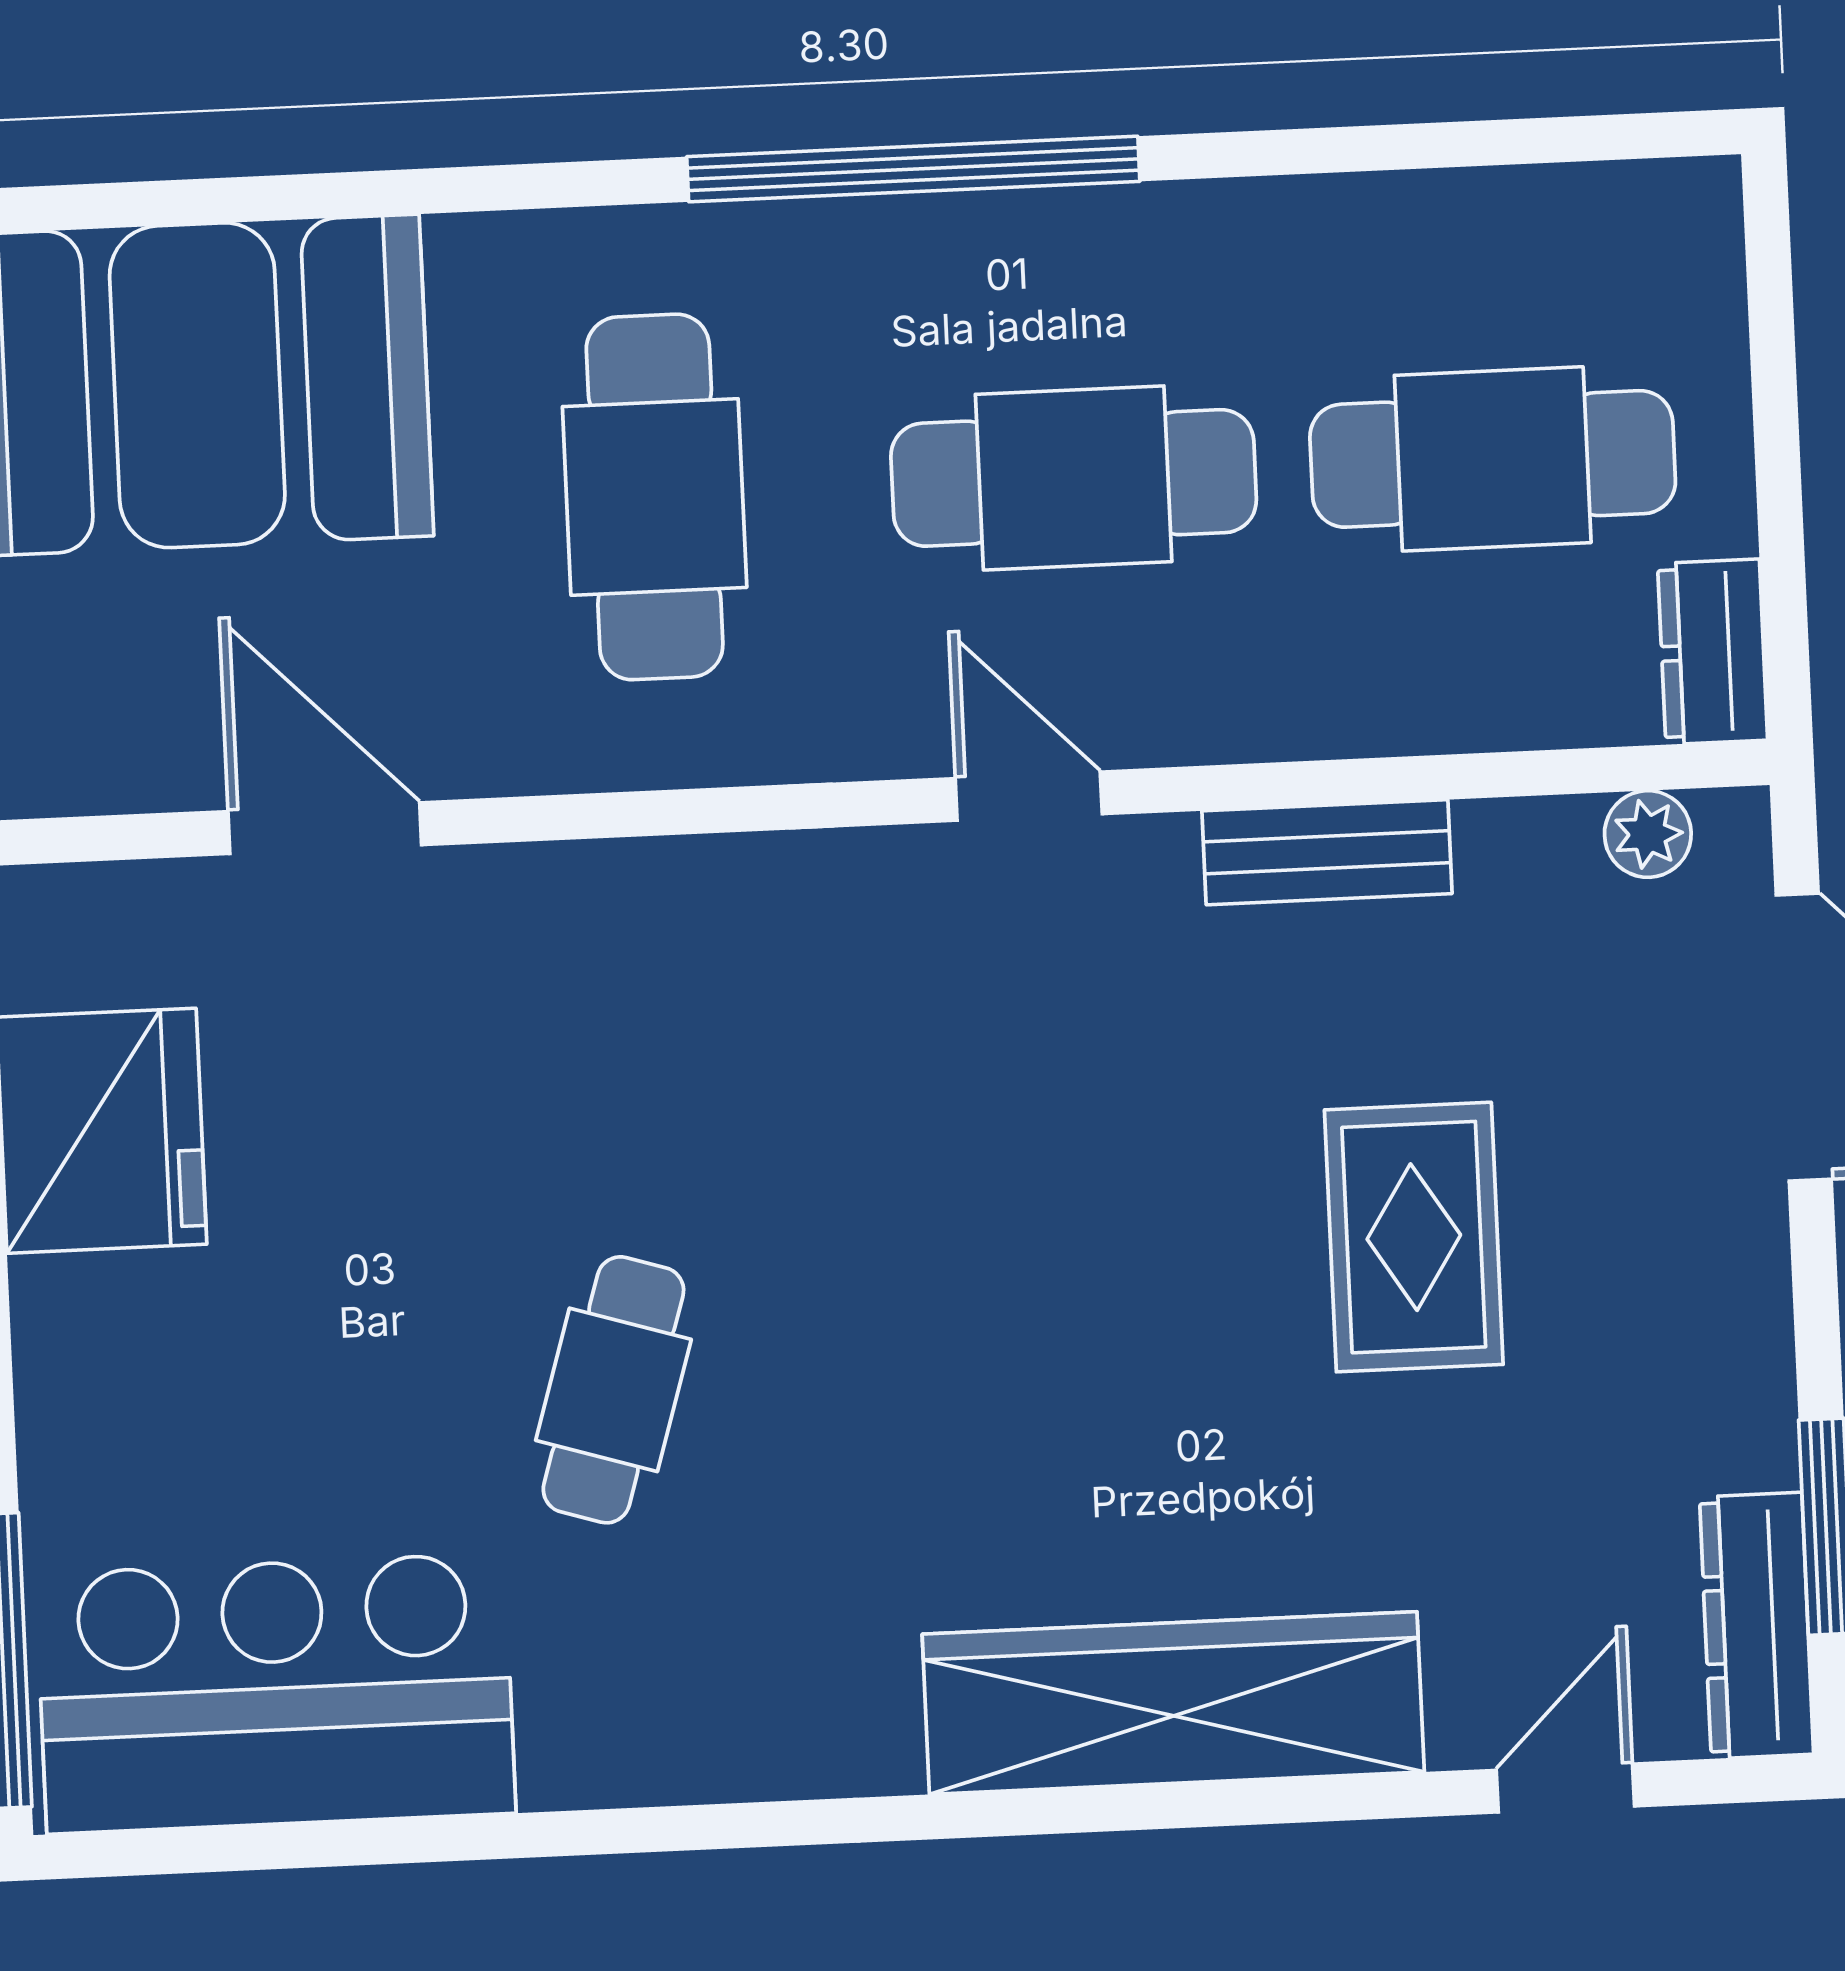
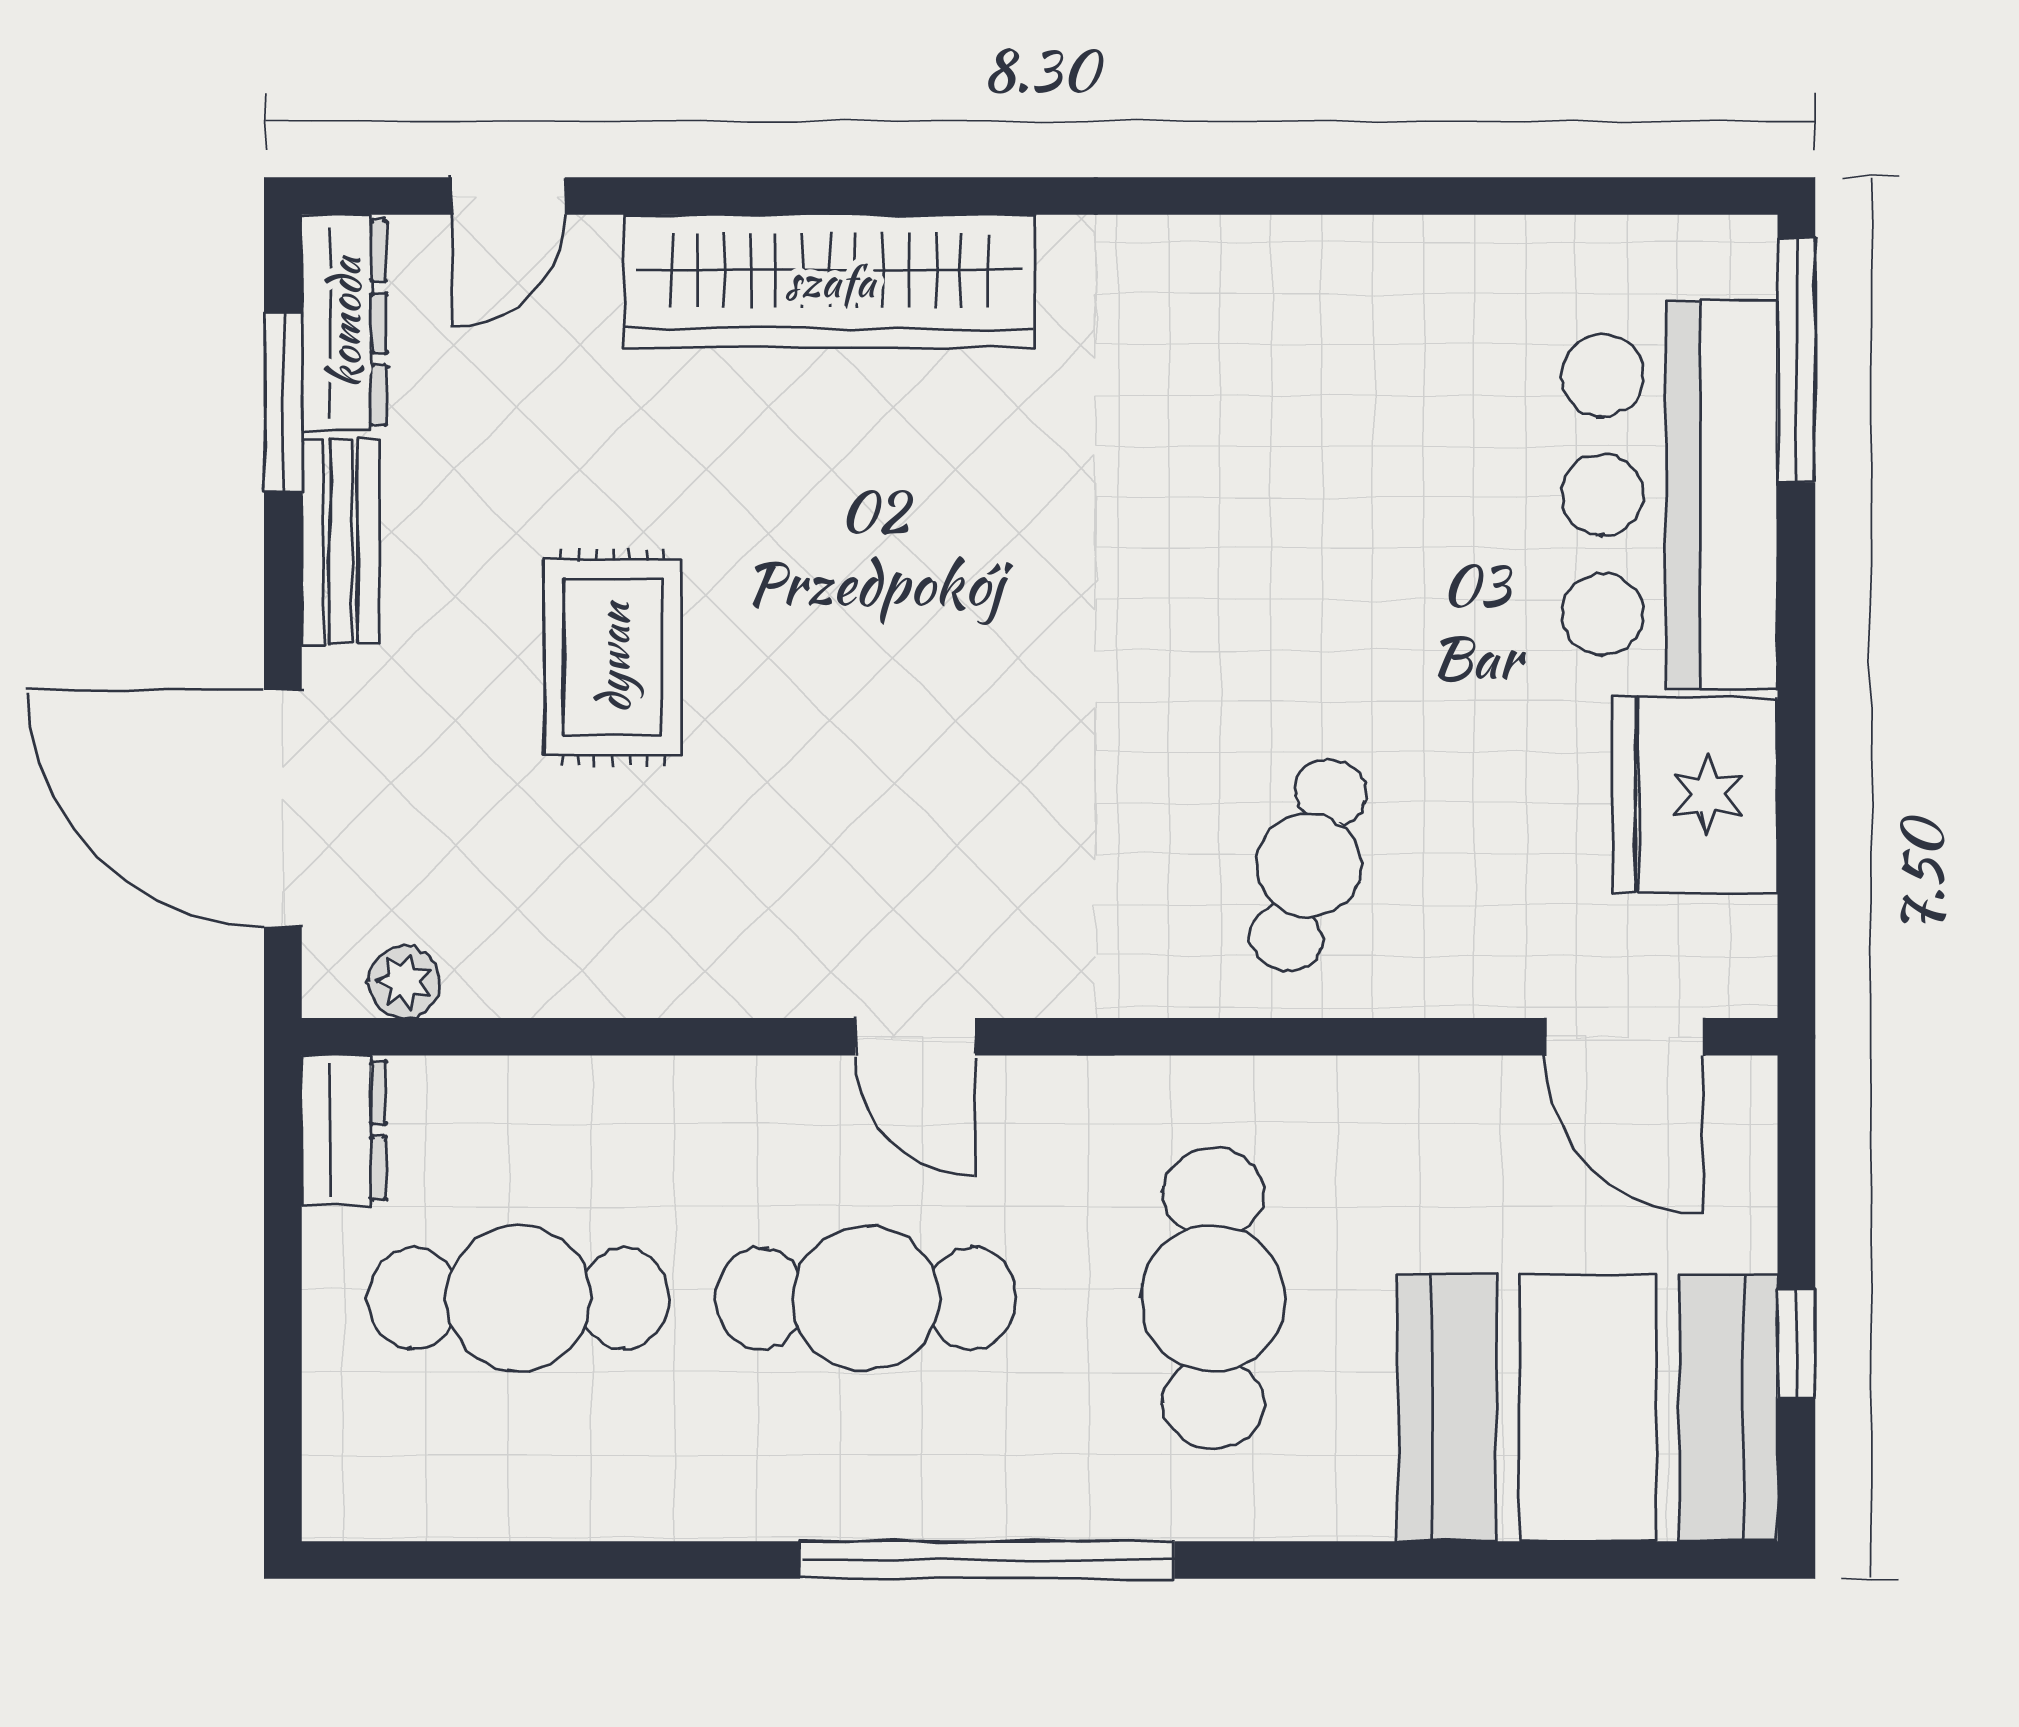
door: (325, 828) -> (1624, 1037), moved
bench: (1327, 852) -> (341, 541), moved, turned 90
cafe table: (613, 1390) -> (1308, 865), moved
bar counter: (276, 1693) -> (1670, 495), moved, turned 90

